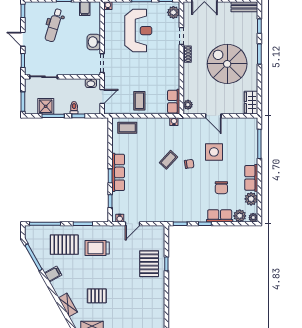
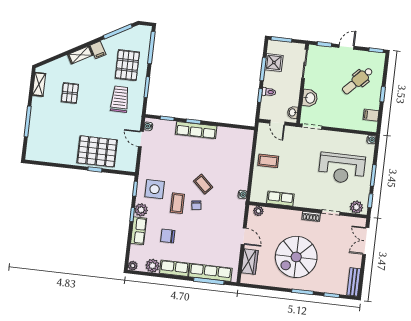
dental chair: (54, 25) -> (358, 81), turned -63
washbasin: (94, 42) -> (310, 98), moved, turned 90
spiral stairs: (227, 64) -> (296, 257), turned 180
row of seats: (174, 102) -> (280, 199), moved
wardrobe: (251, 103) -> (250, 262), moved, turned 90
door: (213, 116) -> (244, 236), swing flipped
coffee table: (127, 128) -> (177, 203), moved
row of seats: (251, 143) -> (210, 272), added
side table: (214, 152) -> (155, 189), moved
plant: (240, 216) -> (141, 210), moved
pallet: (149, 264) -> (97, 151), width x1.37, depth x1.41
shelving: (68, 305) -> (80, 55), moved

